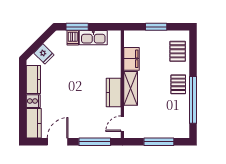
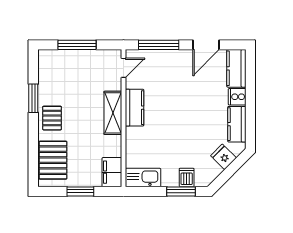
kitchen sink: (93, 38) -> (143, 178), moved
pallet: (178, 51) -> (53, 160), width x1.50, depth x1.42
filing cabinet: (131, 59) -> (112, 172), moved
window: (193, 100) -> (33, 98), width x0.47

